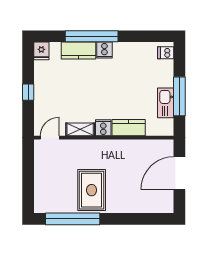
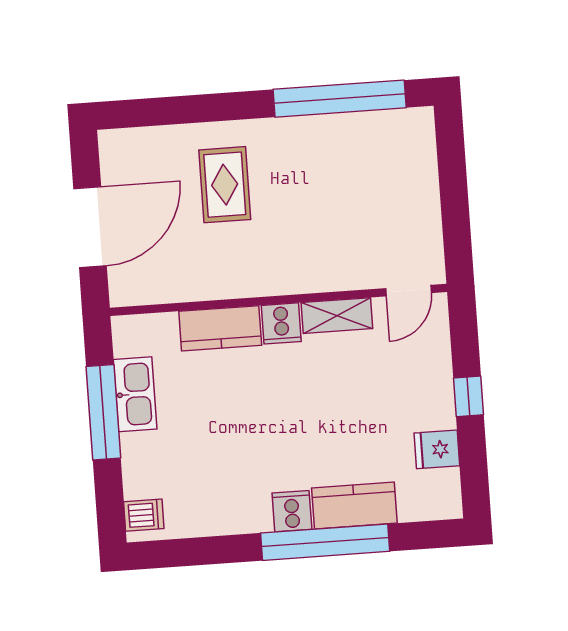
fridge: (41, 51) -> (437, 449), moved, turned -90
rug: (92, 190) -> (225, 185), moved, width x0.73, depth x0.70

